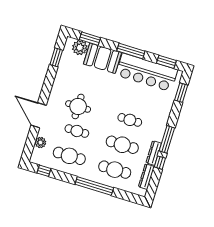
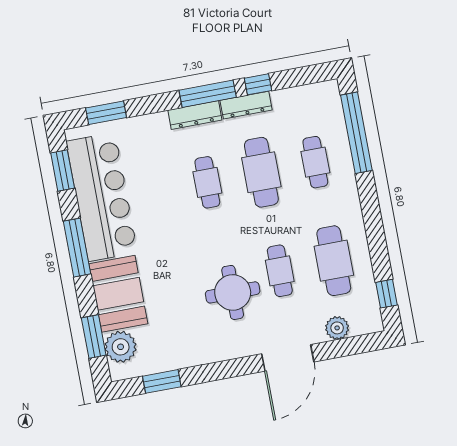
cafe table: (115, 170) -> (315, 162), width x0.73, depth x0.74
dresser: (146, 177) -> (195, 115), moved
window: (94, 186) -> (356, 133), moved

